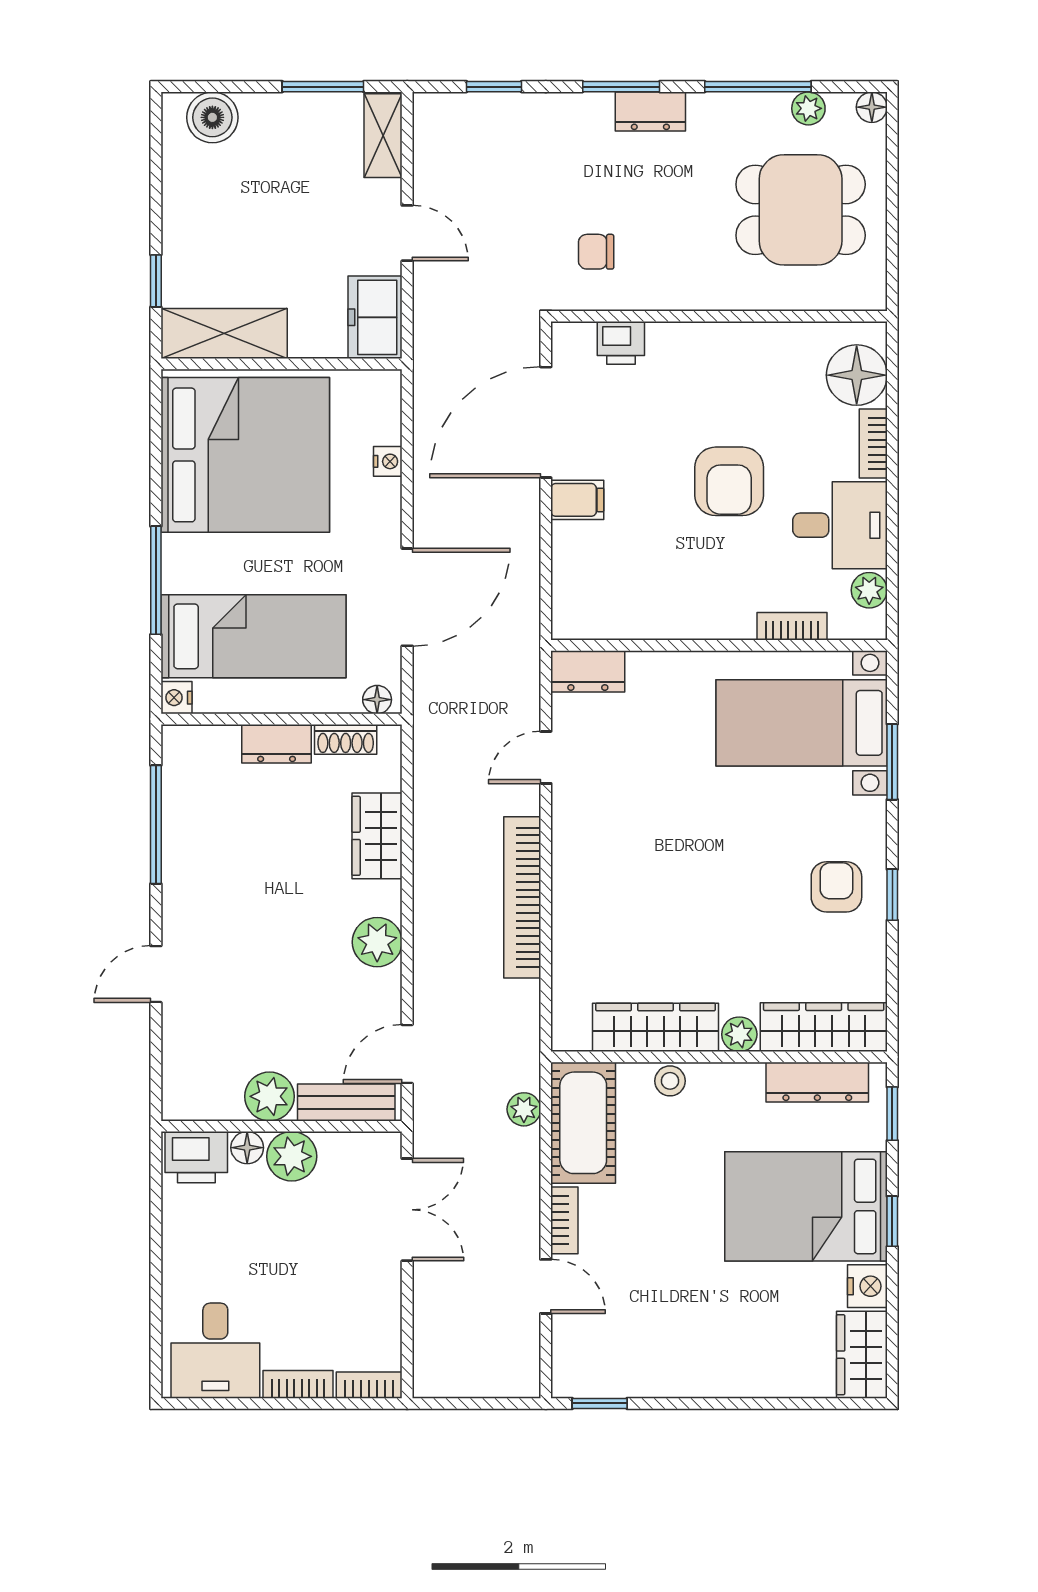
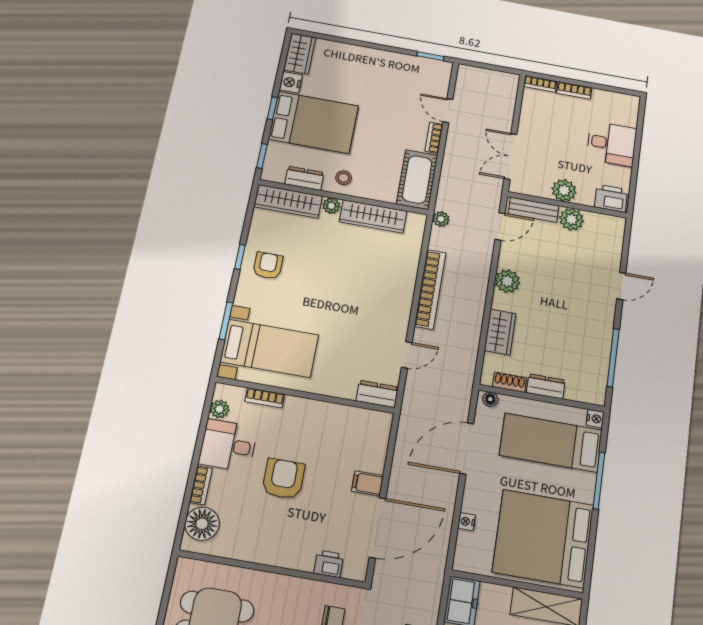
armchair: (836, 887) -> (268, 266), turned 180
stool: (670, 1081) -> (344, 178), moved
dresser: (817, 1082) -> (304, 178), width x0.70
plant: (524, 1109) -> (441, 219), moved
floor lamp: (247, 1148) -> (585, 198), removed
desk: (215, 1351) -> (611, 144), moved, turned 90

